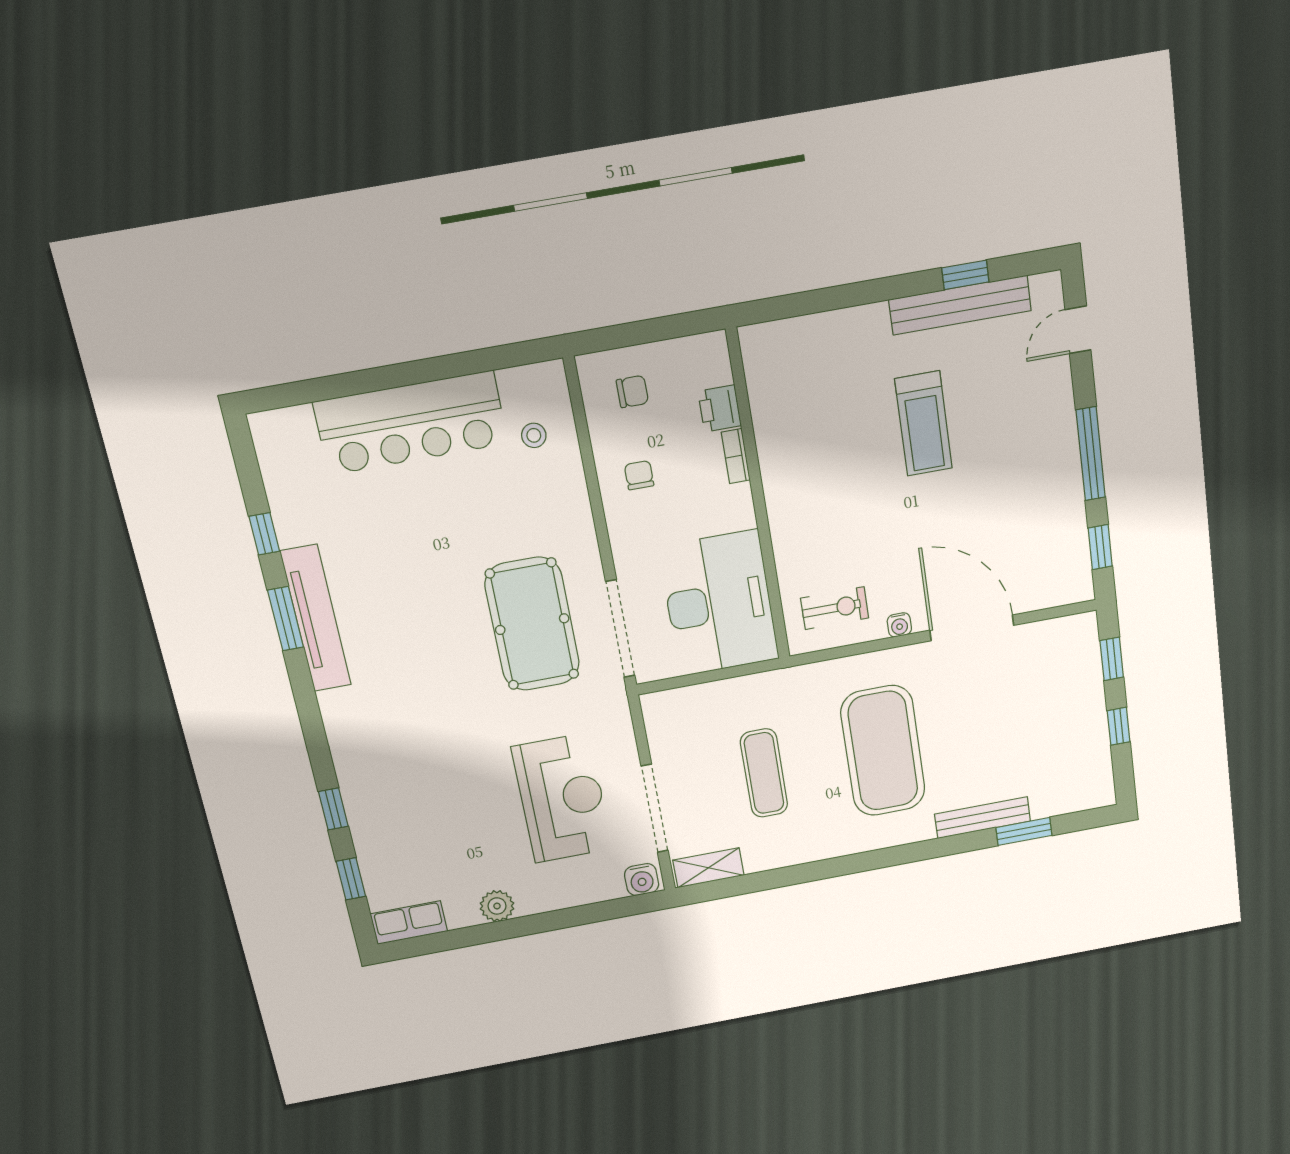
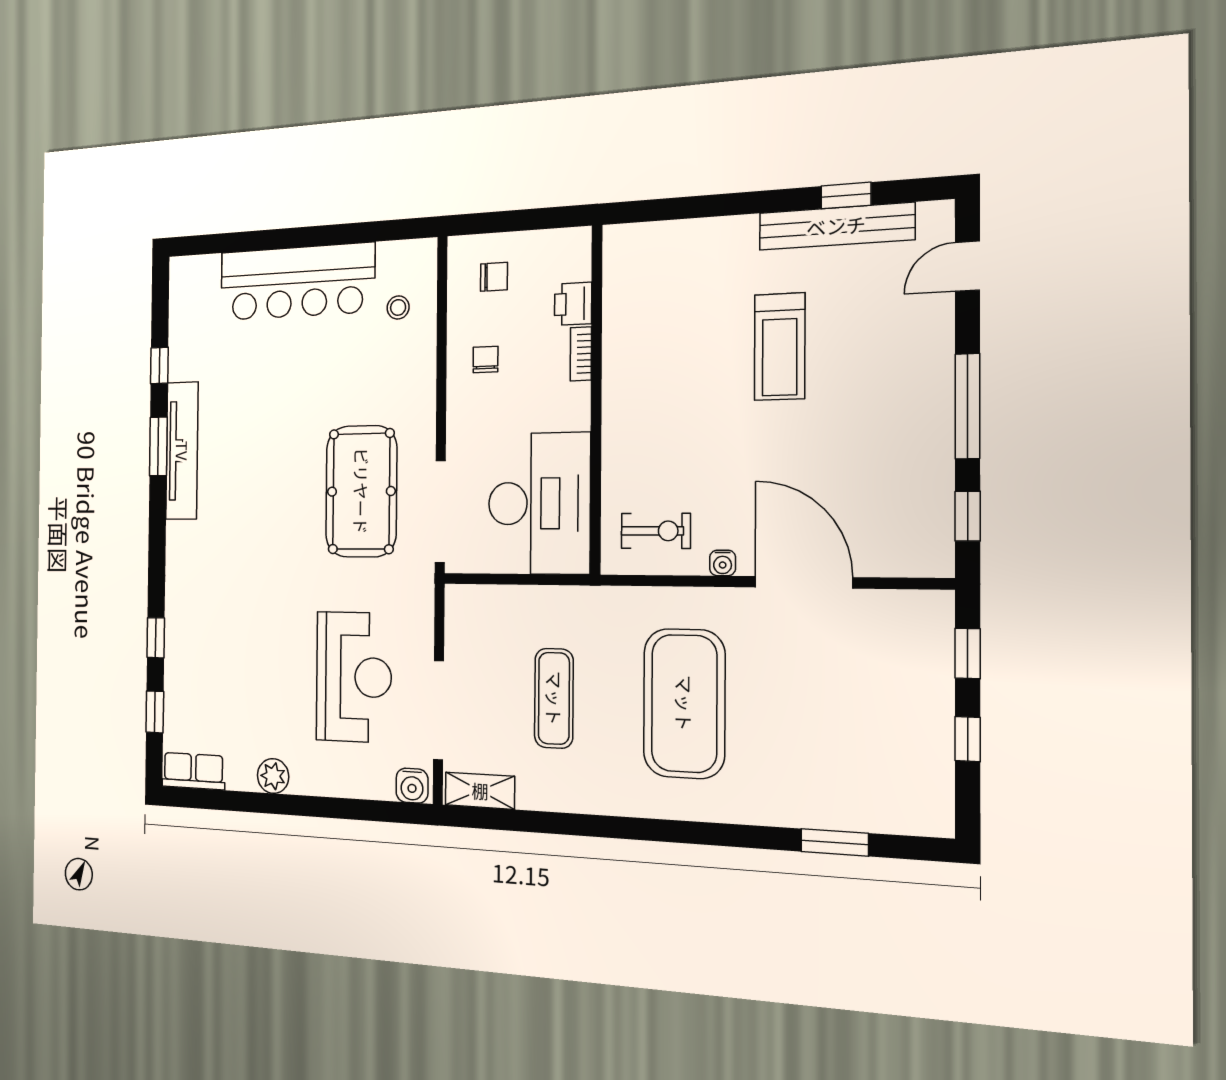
bench: (983, 818) -> (787, 812), removed

